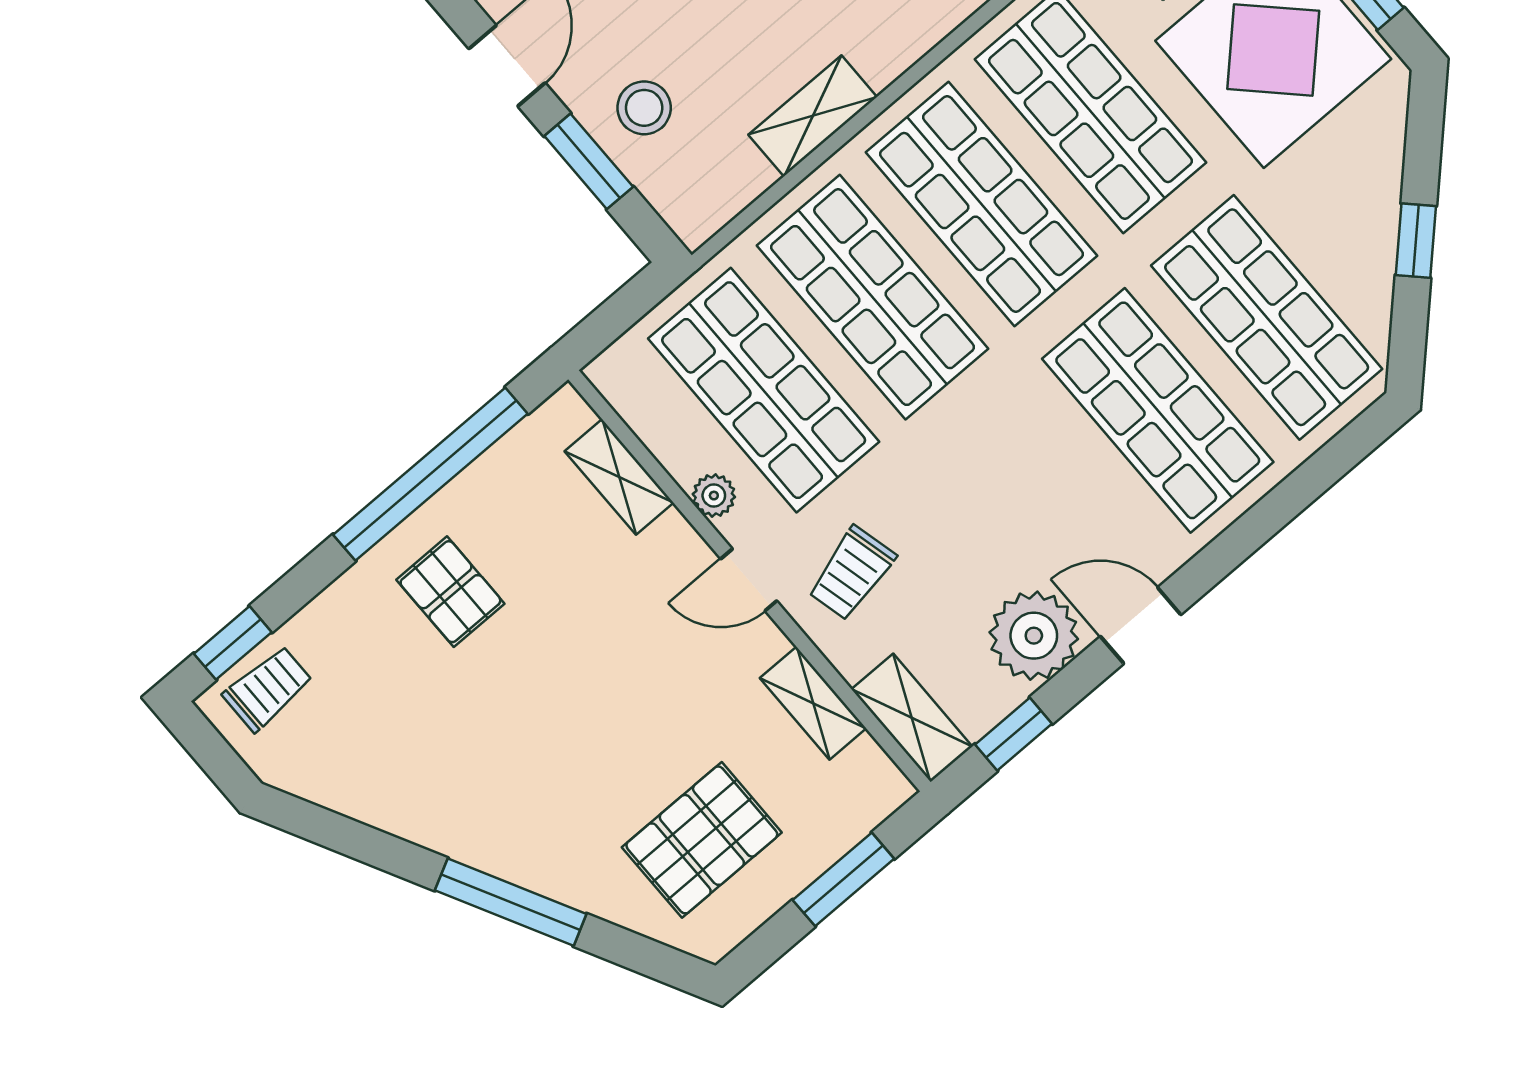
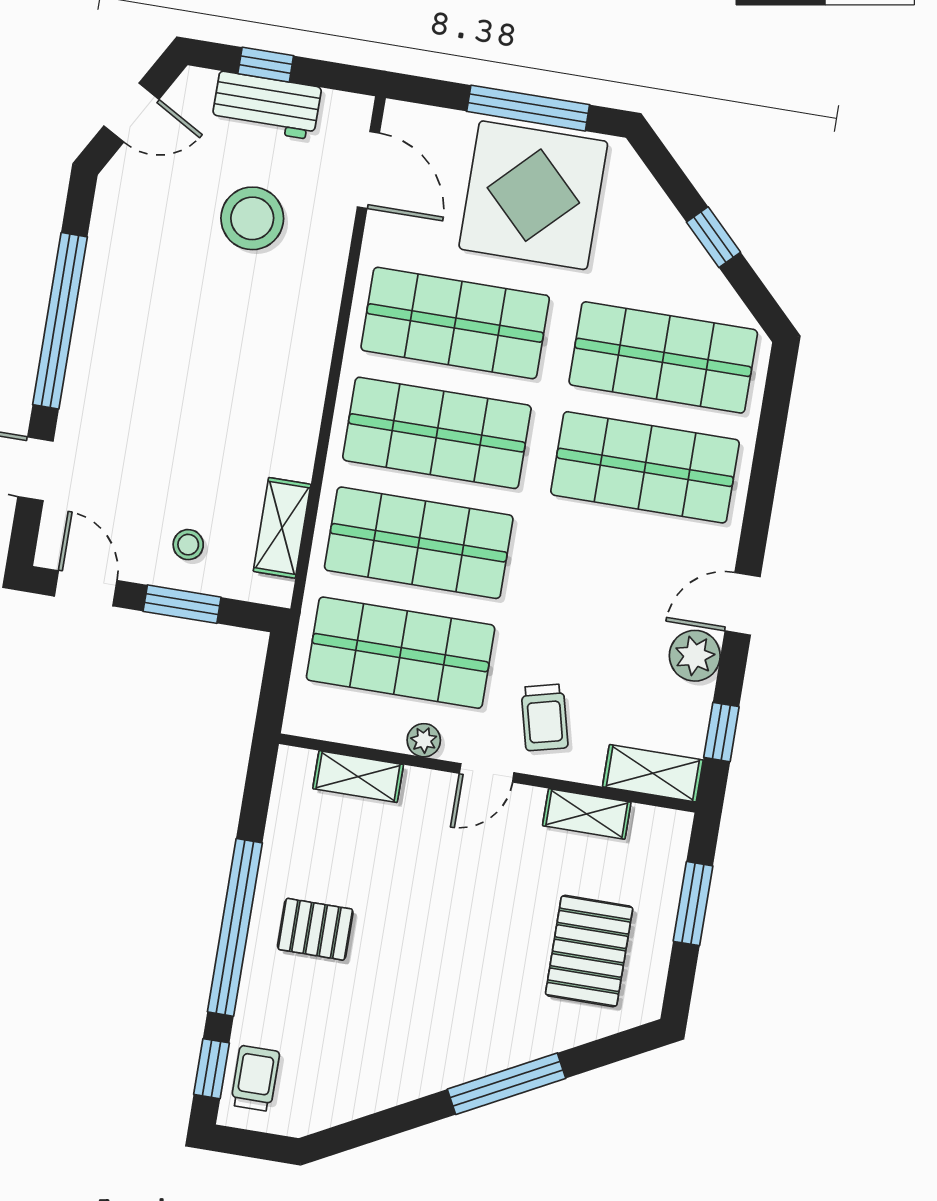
stool: (644, 108) -> (188, 545), width x0.73, depth x0.73
shelving: (813, 116) -> (282, 528), moved
window: (430, 474) -> (235, 927), moved
plant: (1034, 636) -> (695, 656), width x0.73, depth x0.73

